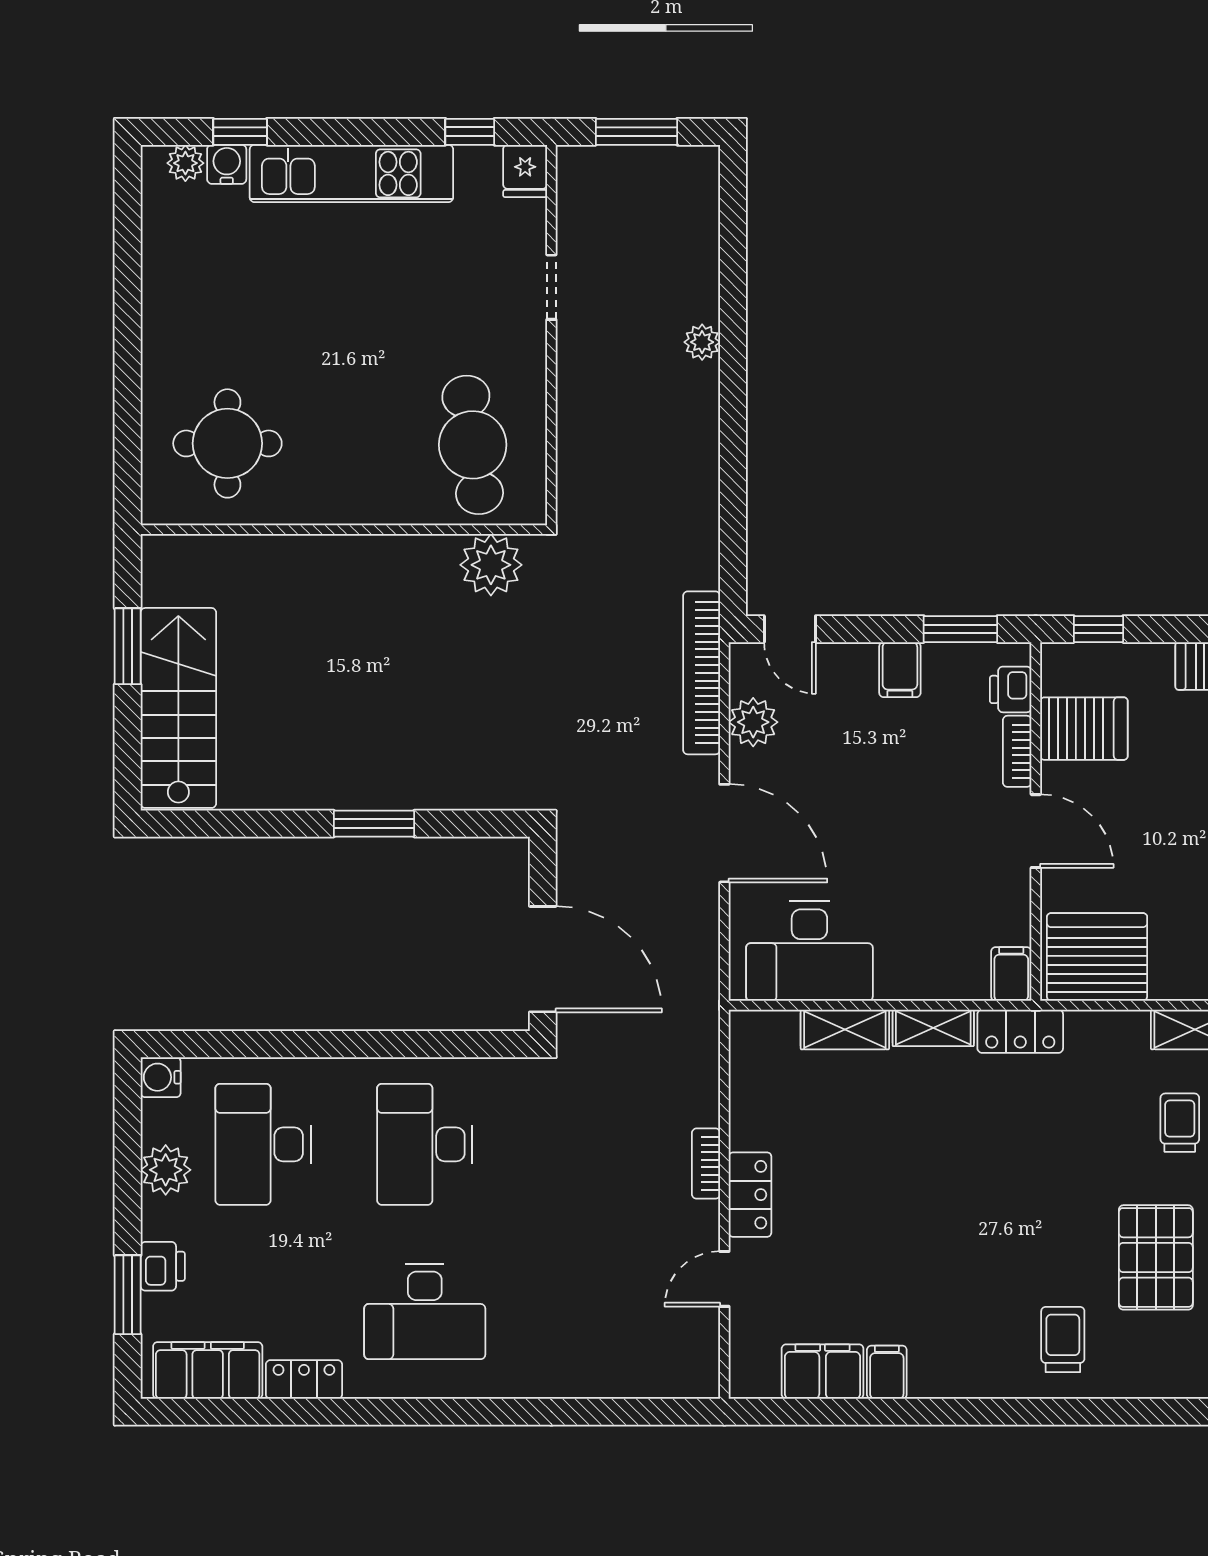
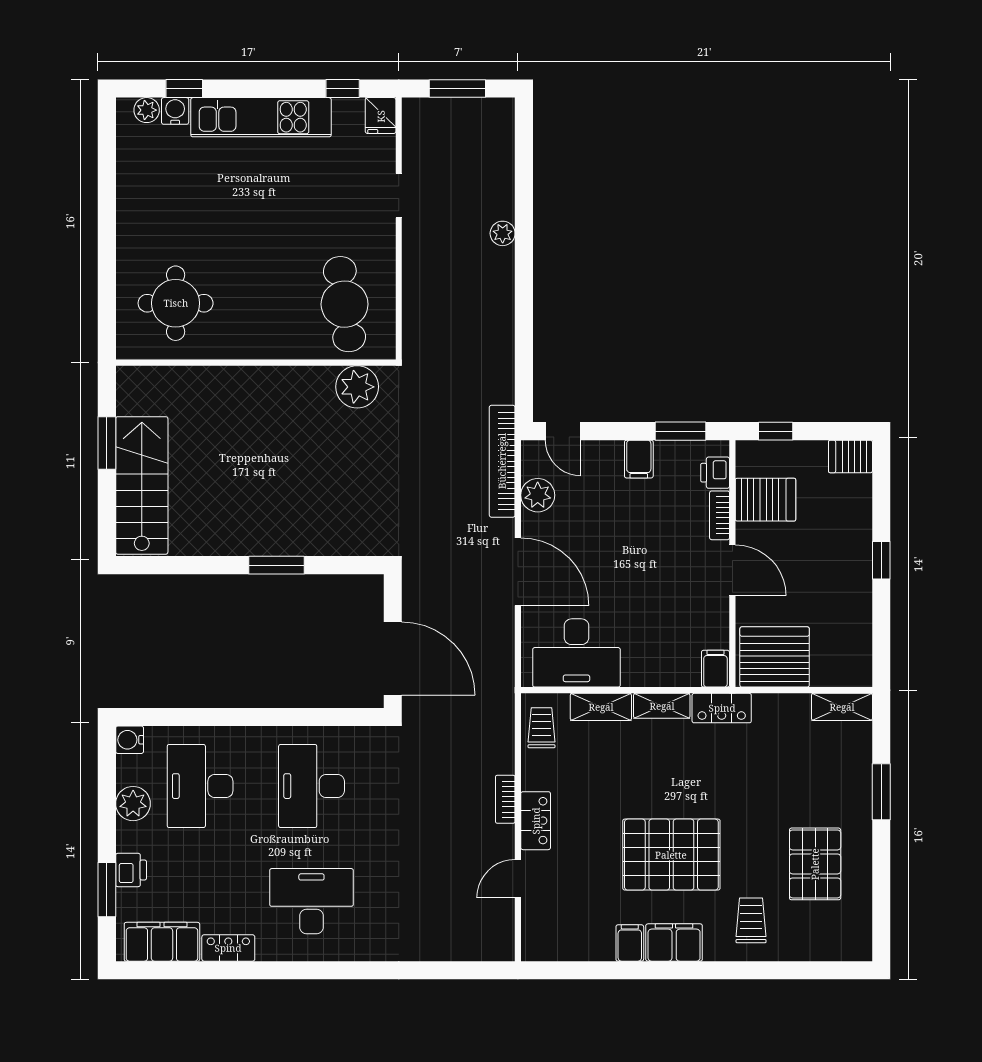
trolley: (1180, 1123) -> (541, 728), moved
pallet: (947, 1244) -> (671, 855), added
desk: (425, 1312) -> (311, 901), turned 180
filing cabinet: (823, 1372) -> (674, 942), moved

